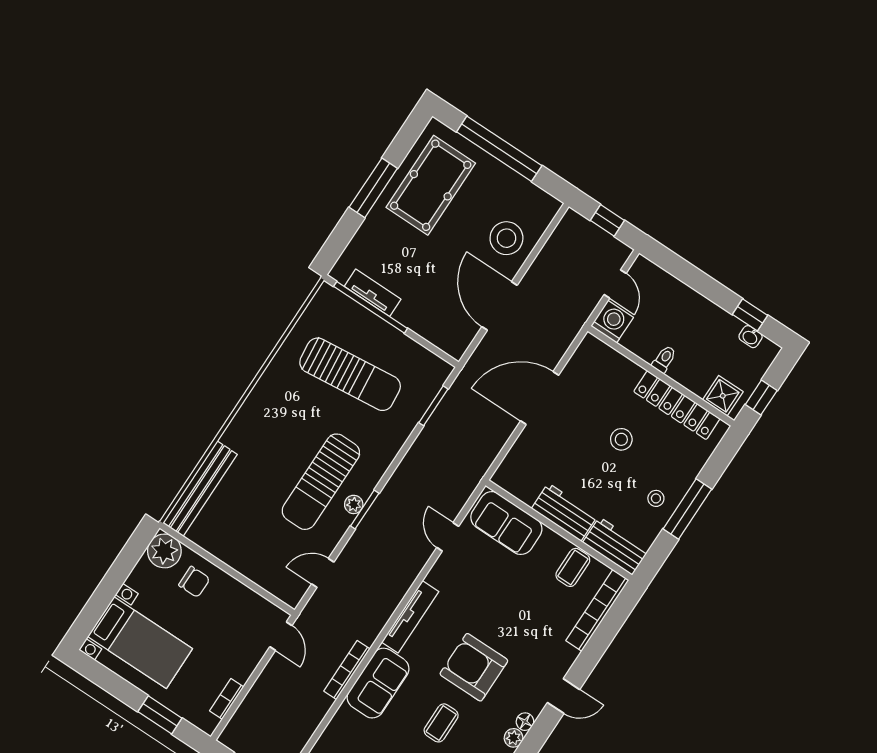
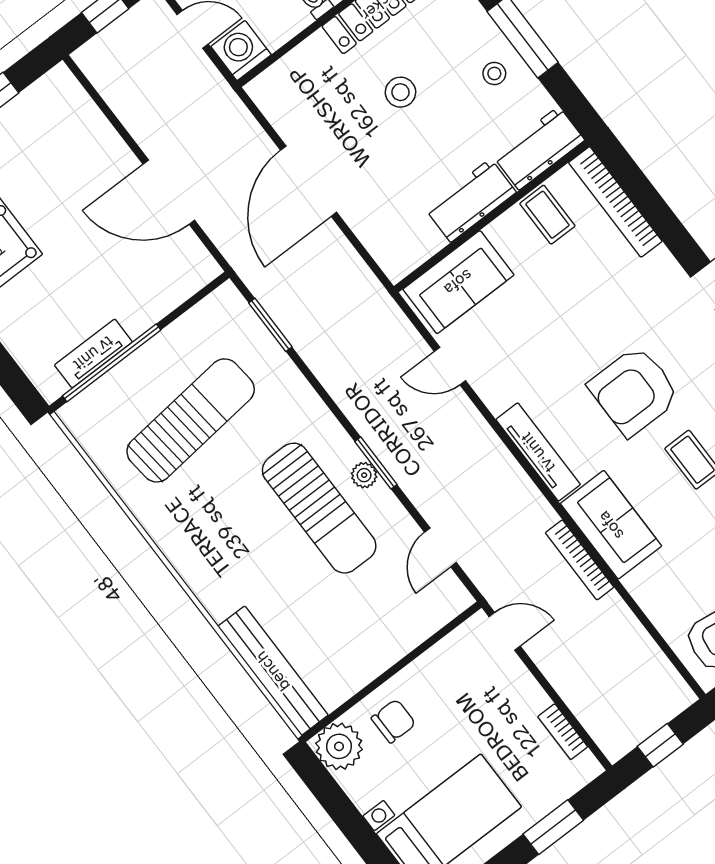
stool: (506, 238) -> (82, 152), removed

